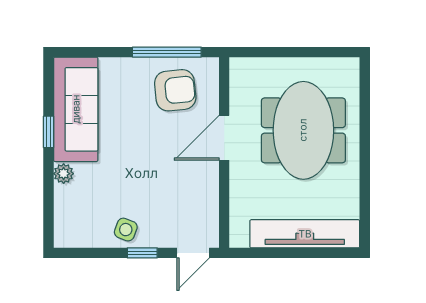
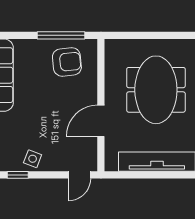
door: (224, 138) -> (101, 121), moved
window: (142, 253) -> (18, 175), moved

